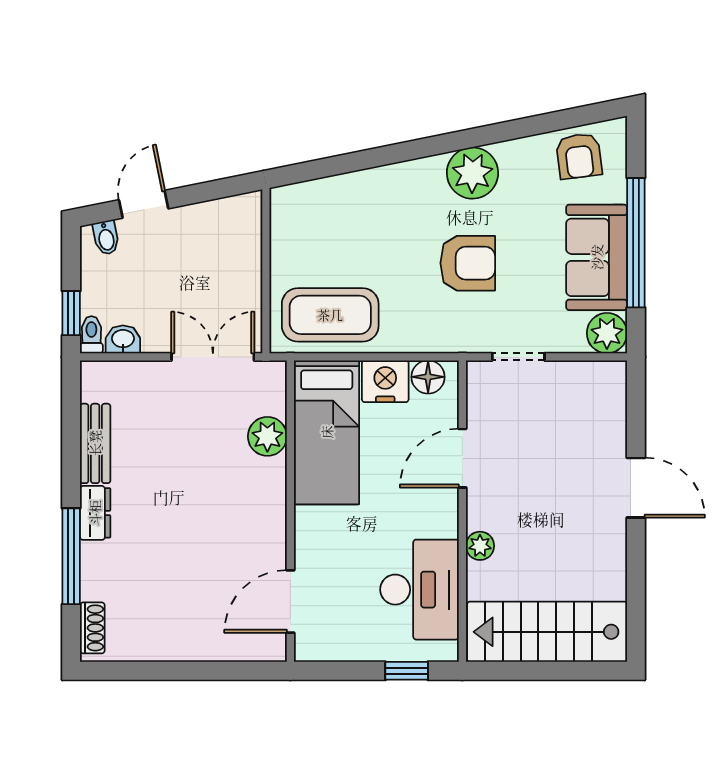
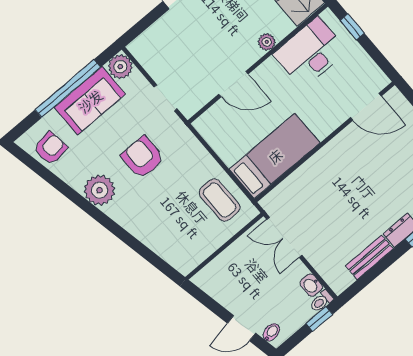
coffee table: (330, 315) -> (220, 200), width x0.73, depth x0.76
floor lamp: (428, 377) -> (210, 131), removed
nightstand: (385, 381) -> (228, 149), removed
plant: (267, 436) -> (299, 181), removed

